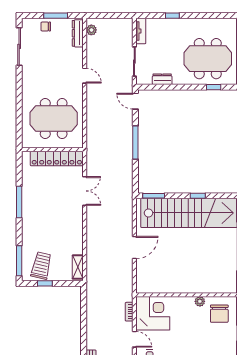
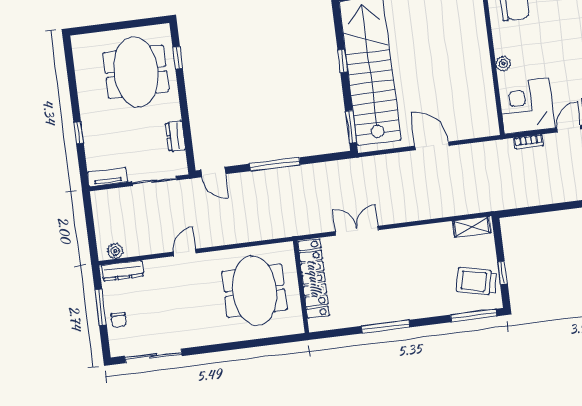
door: (135, 101) -> (213, 172), hinge flipped
plant: (200, 301) -> (503, 64), moved

